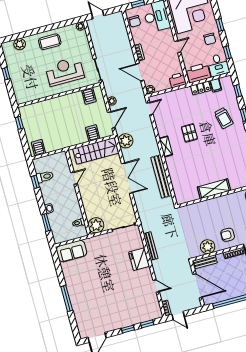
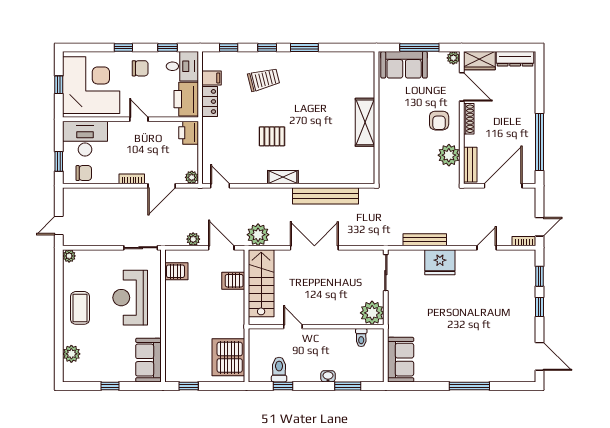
sofa: (29, 93) -> (148, 360), added
server rack: (38, 148) -> (228, 357), width x2.18, depth x1.44

